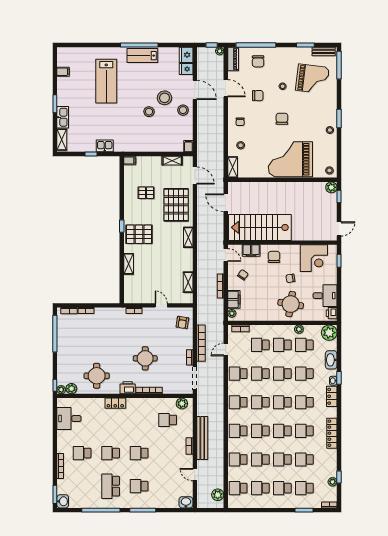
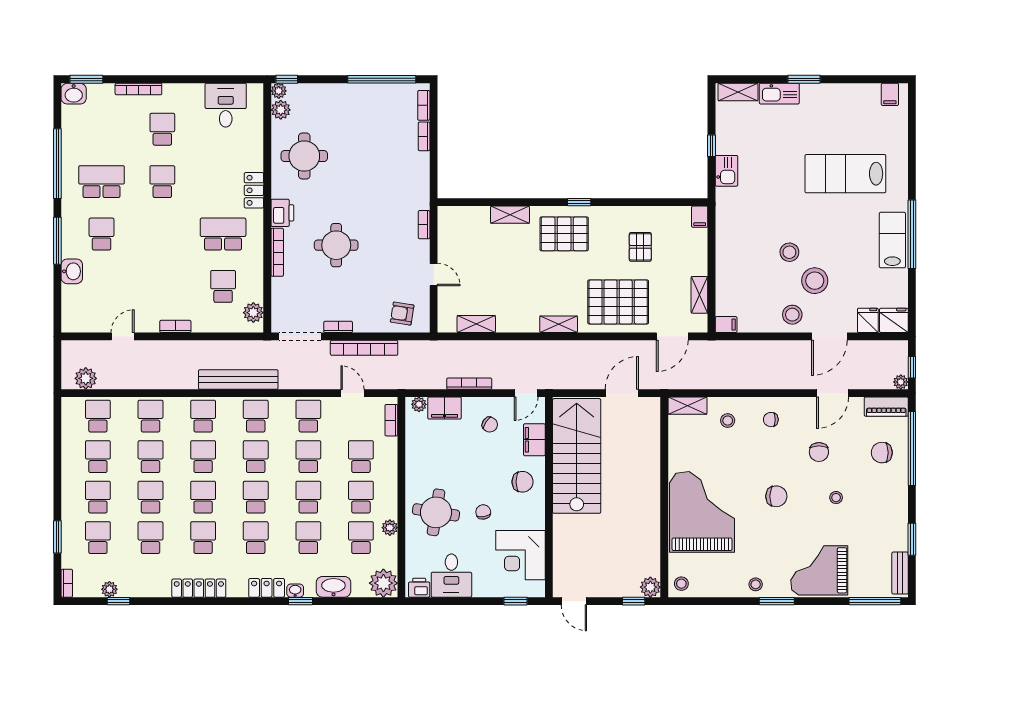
filing cabinet: (63, 72) -> (890, 94), moved
grand piano: (312, 79) -> (819, 570), moved, turned 83
pallet: (139, 234) -> (564, 234), turned 90
door: (161, 305) -> (434, 275), hinge flipped
bench: (202, 438) -> (238, 379), moved
school desk: (139, 453) -> (223, 234), moved, width x1.85
washbasin: (186, 502) -> (72, 271), moved

